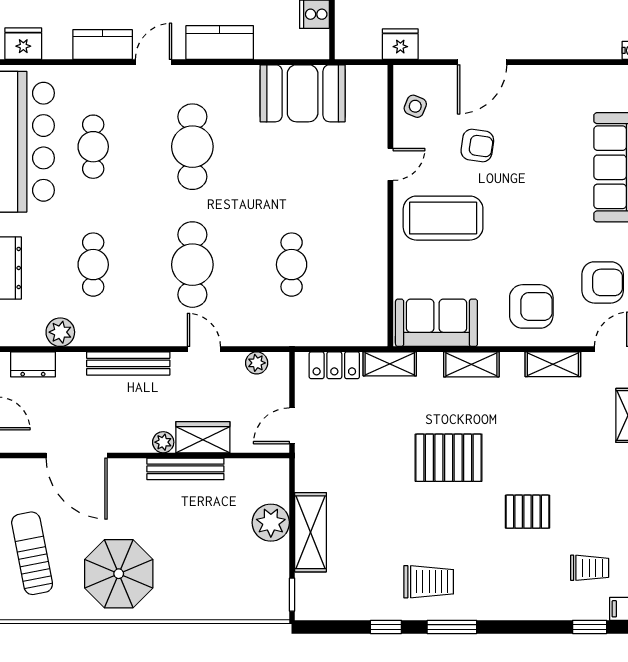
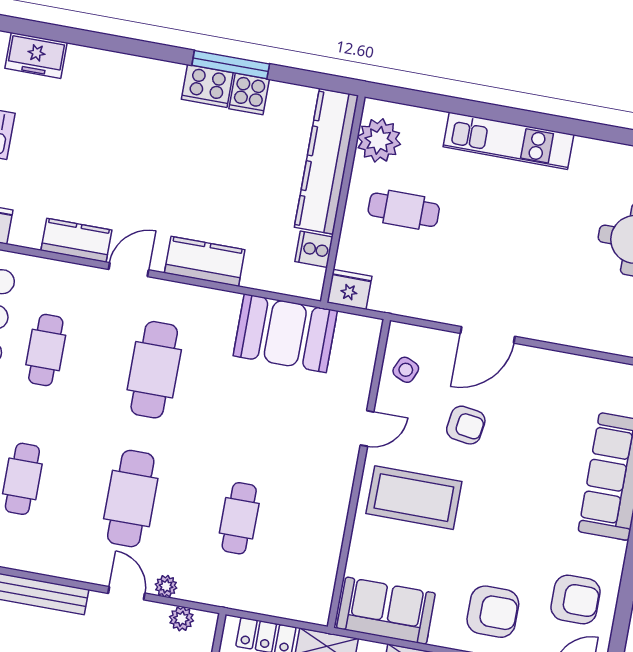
fridge: (400, 44) -> (349, 289), moved
plant: (238, 337) -> (166, 586), added

